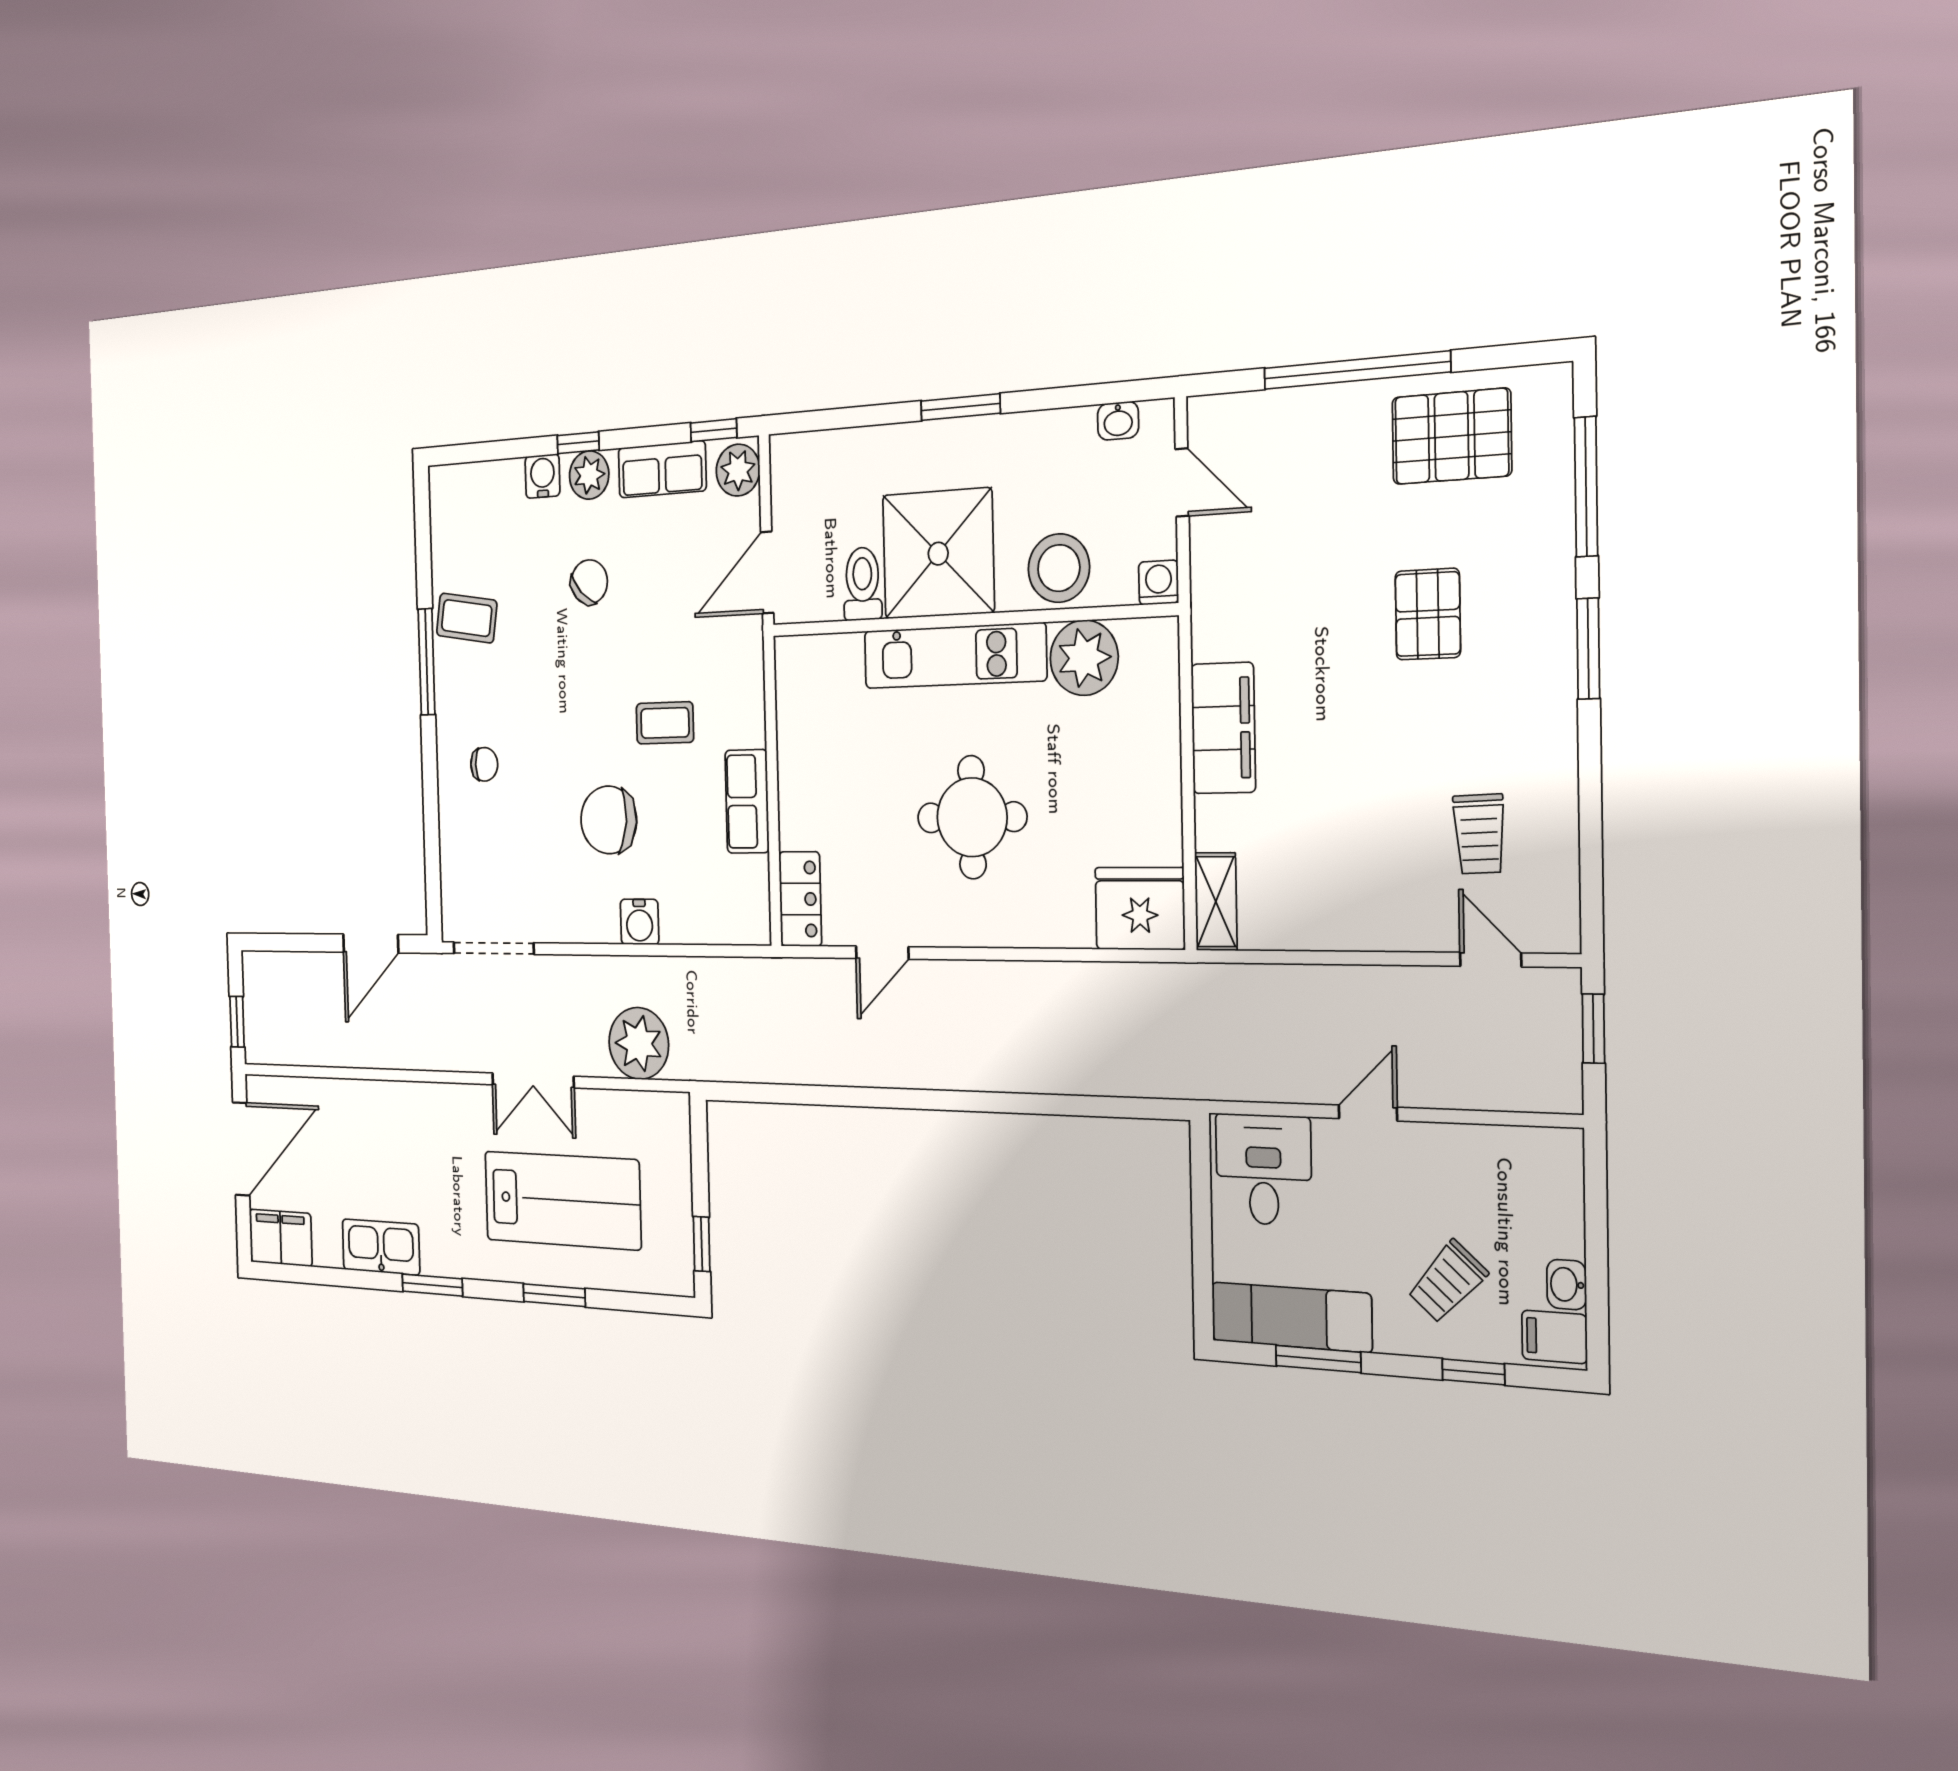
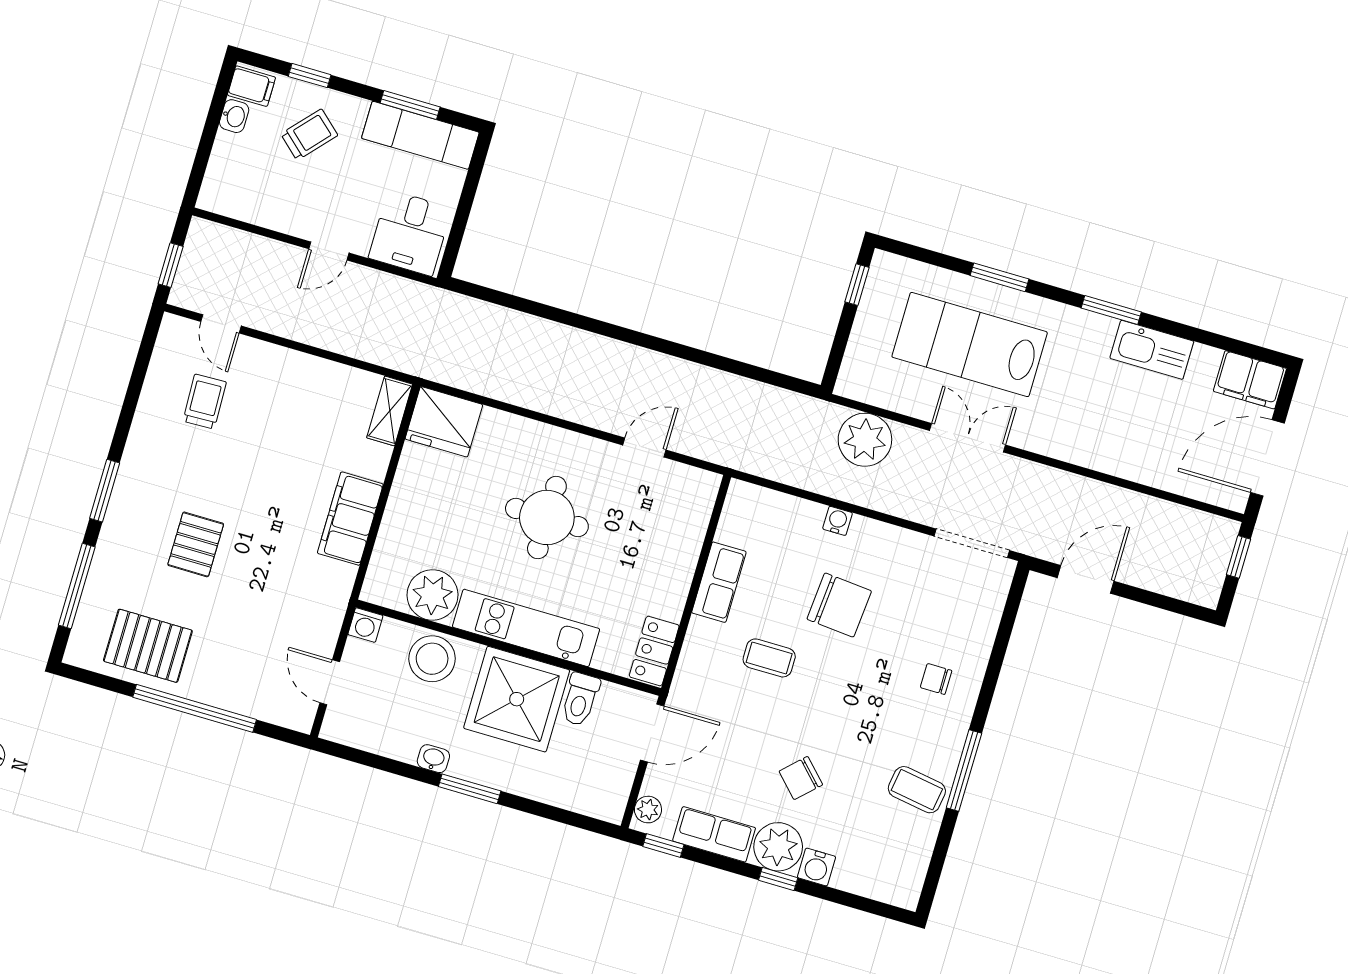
washbasin: (1118, 421) -> (433, 759), moved
plant: (738, 470) -> (648, 810), width x0.73, depth x0.73
plant: (589, 475) -> (778, 847), width x1.36, depth x1.36
locker: (800, 899) -> (654, 651), moved
water cooler: (640, 922) -> (838, 521), width x0.72, depth x0.72

